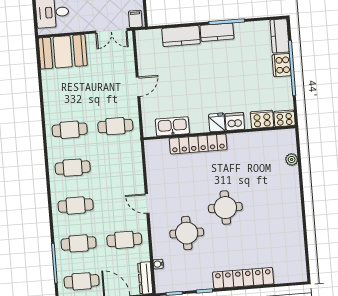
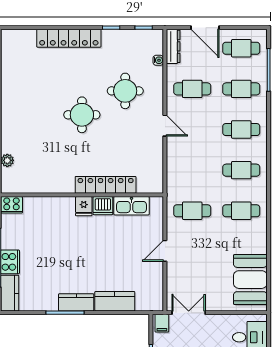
booth: (63, 52) -> (250, 280), moved, turned 90
cooker: (262, 119) -> (35, 206), removed
dishwasher: (235, 122) -> (103, 206), moved

